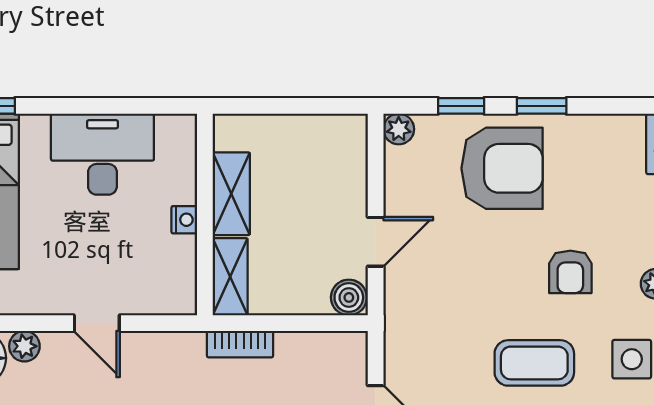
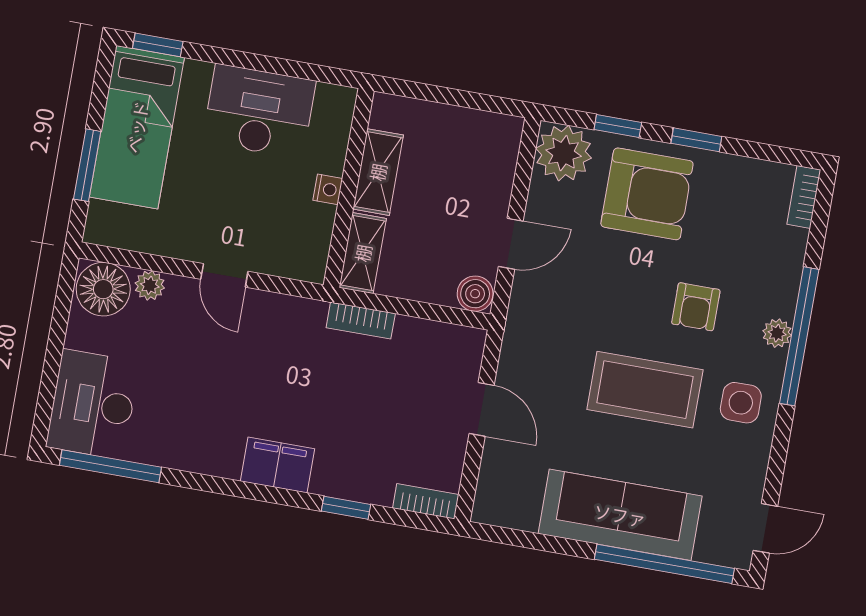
plant: (399, 129) -> (564, 153), width x1.87, depth x1.87
coffee table: (534, 363) -> (645, 390), width x1.36, depth x1.32

